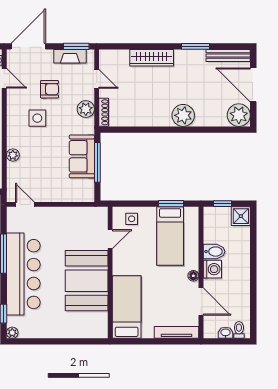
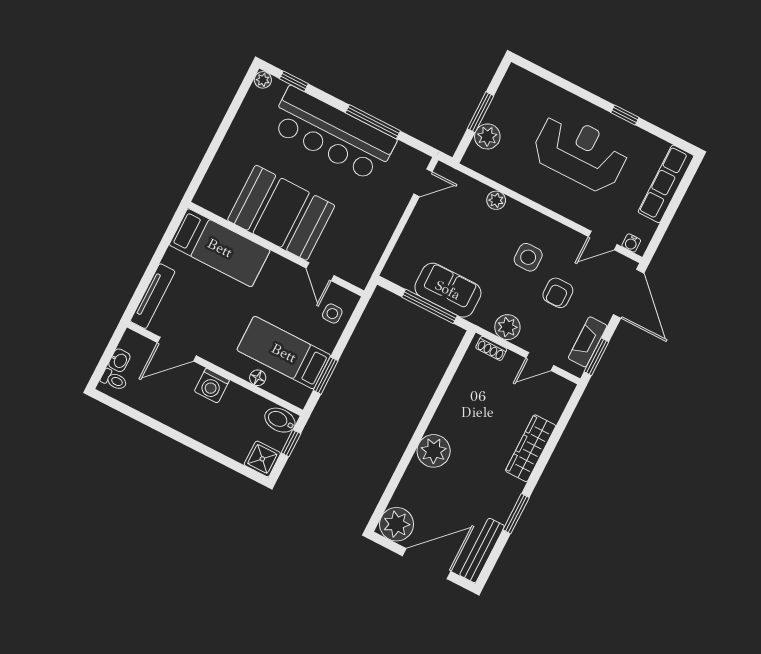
shoe rack: (104, 112) -> (491, 348), width x0.70
bidet: (214, 252) -> (280, 420), moved, turned 90
floor lamp: (193, 276) -> (258, 378), moved

